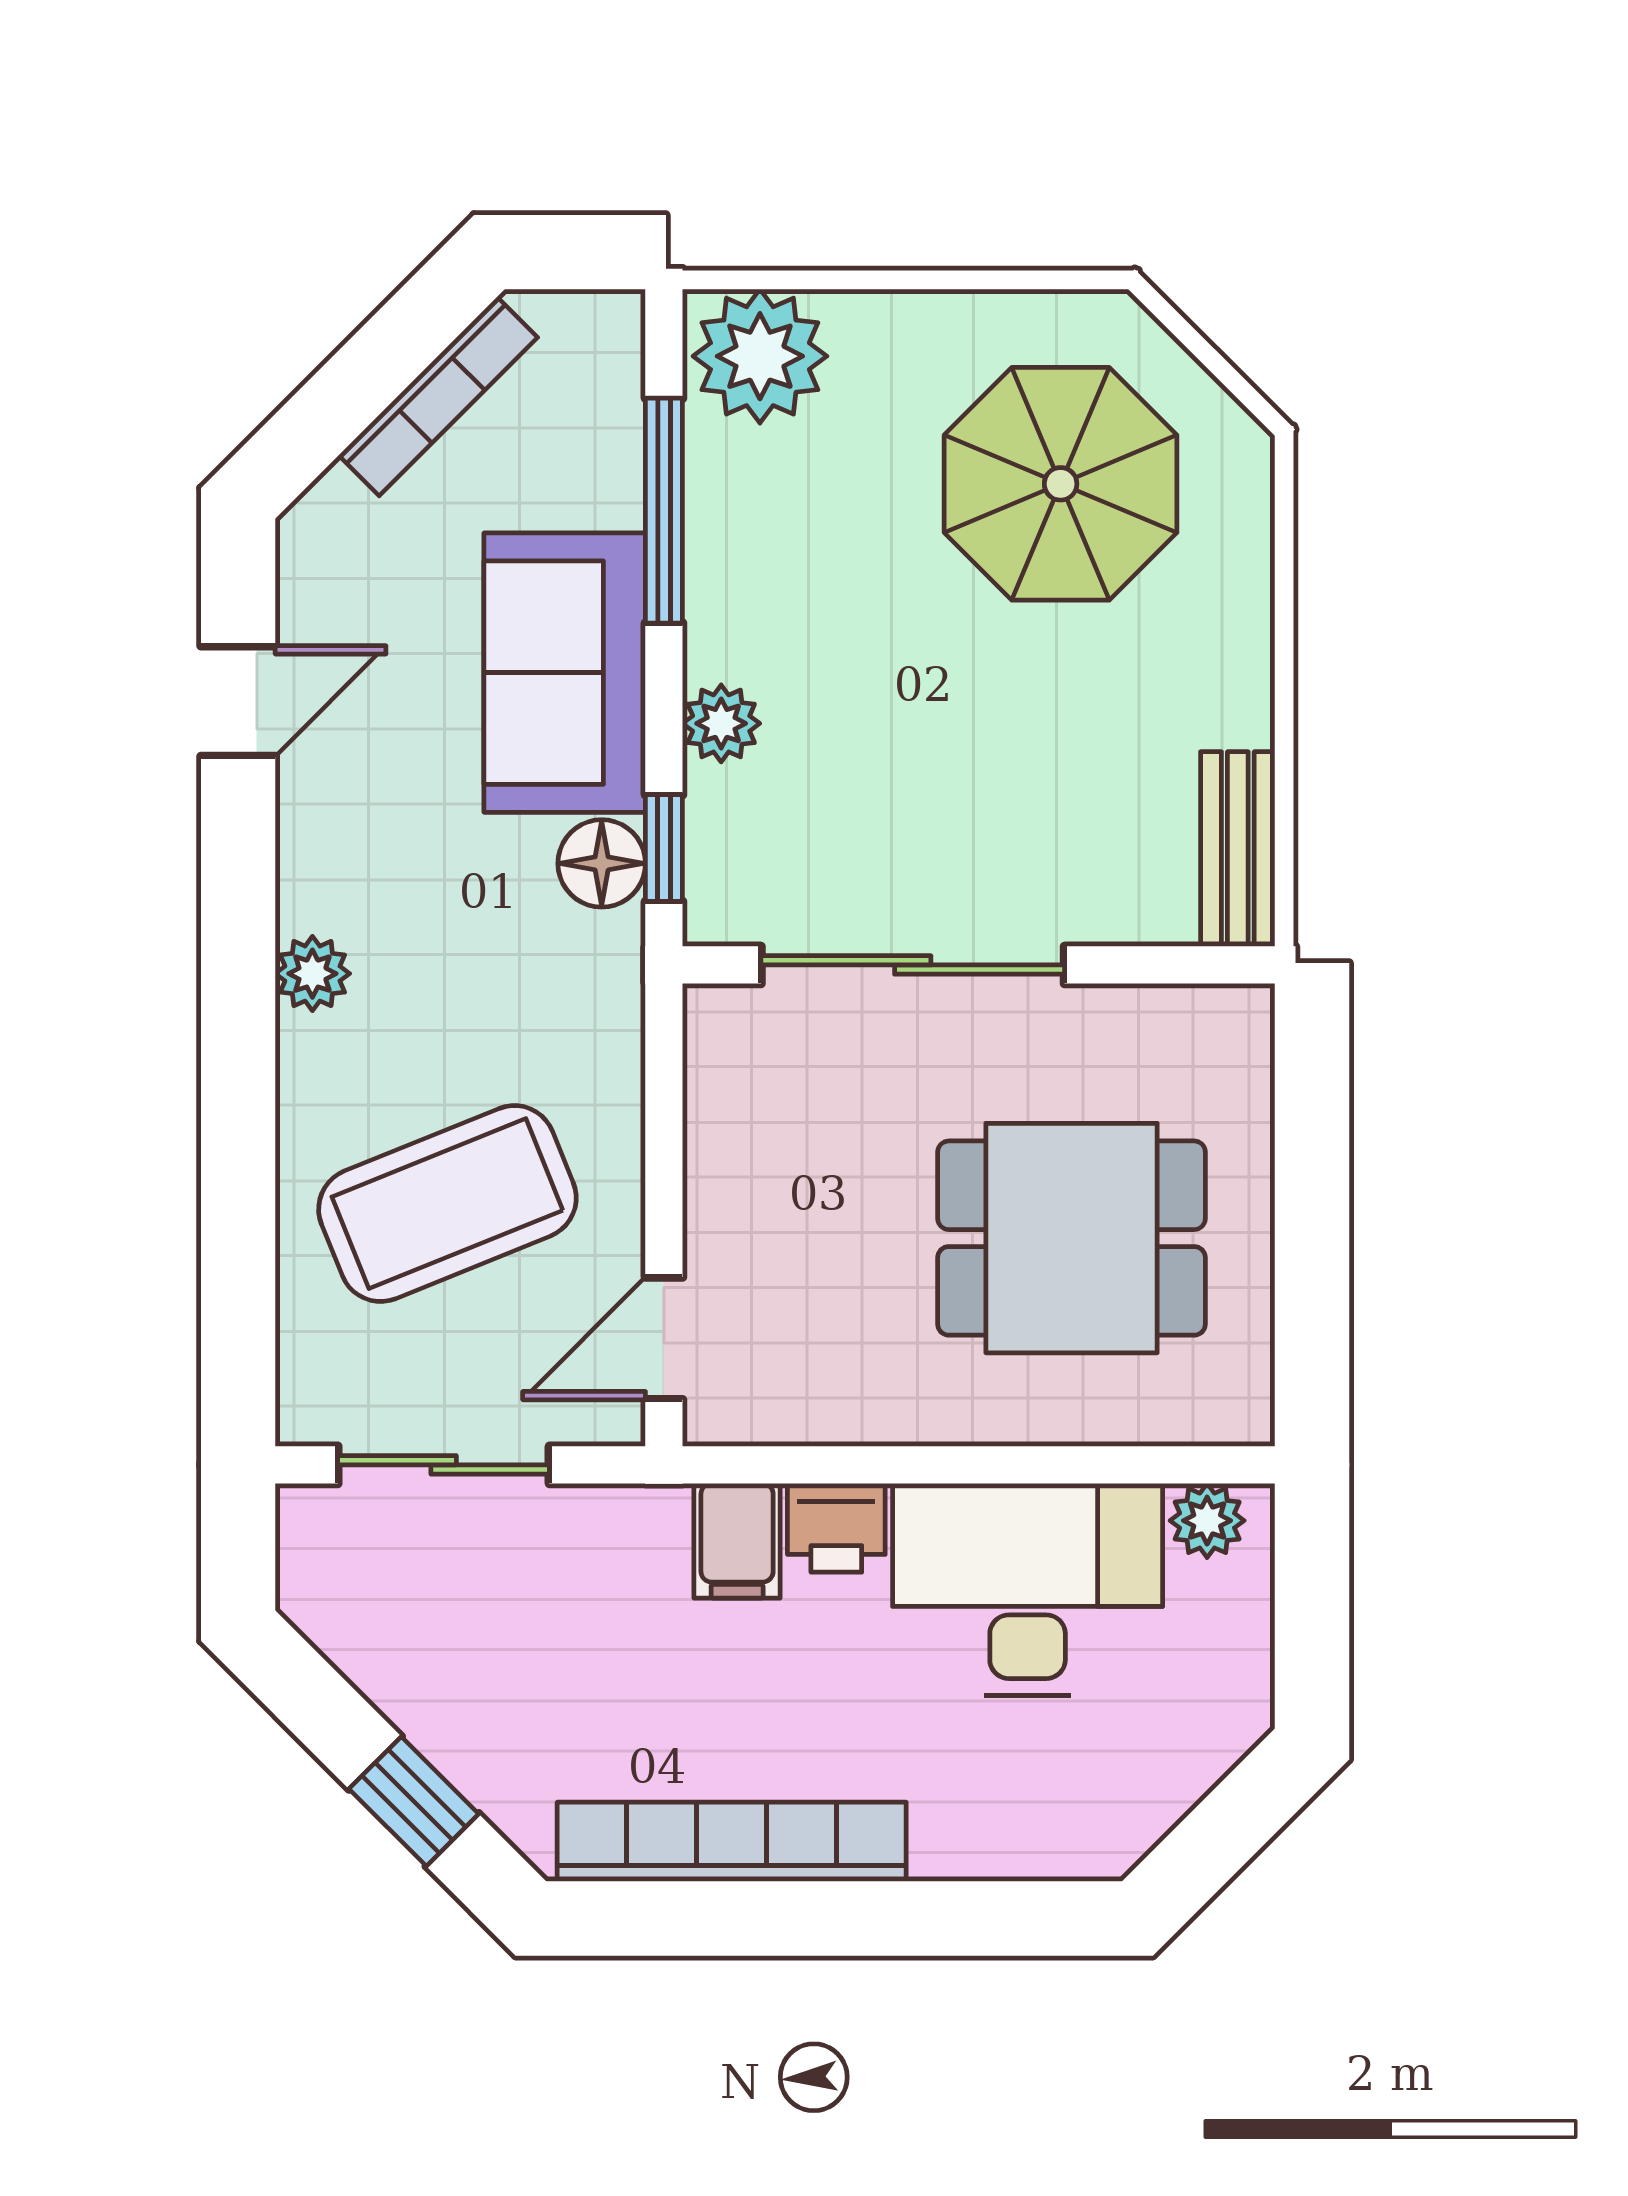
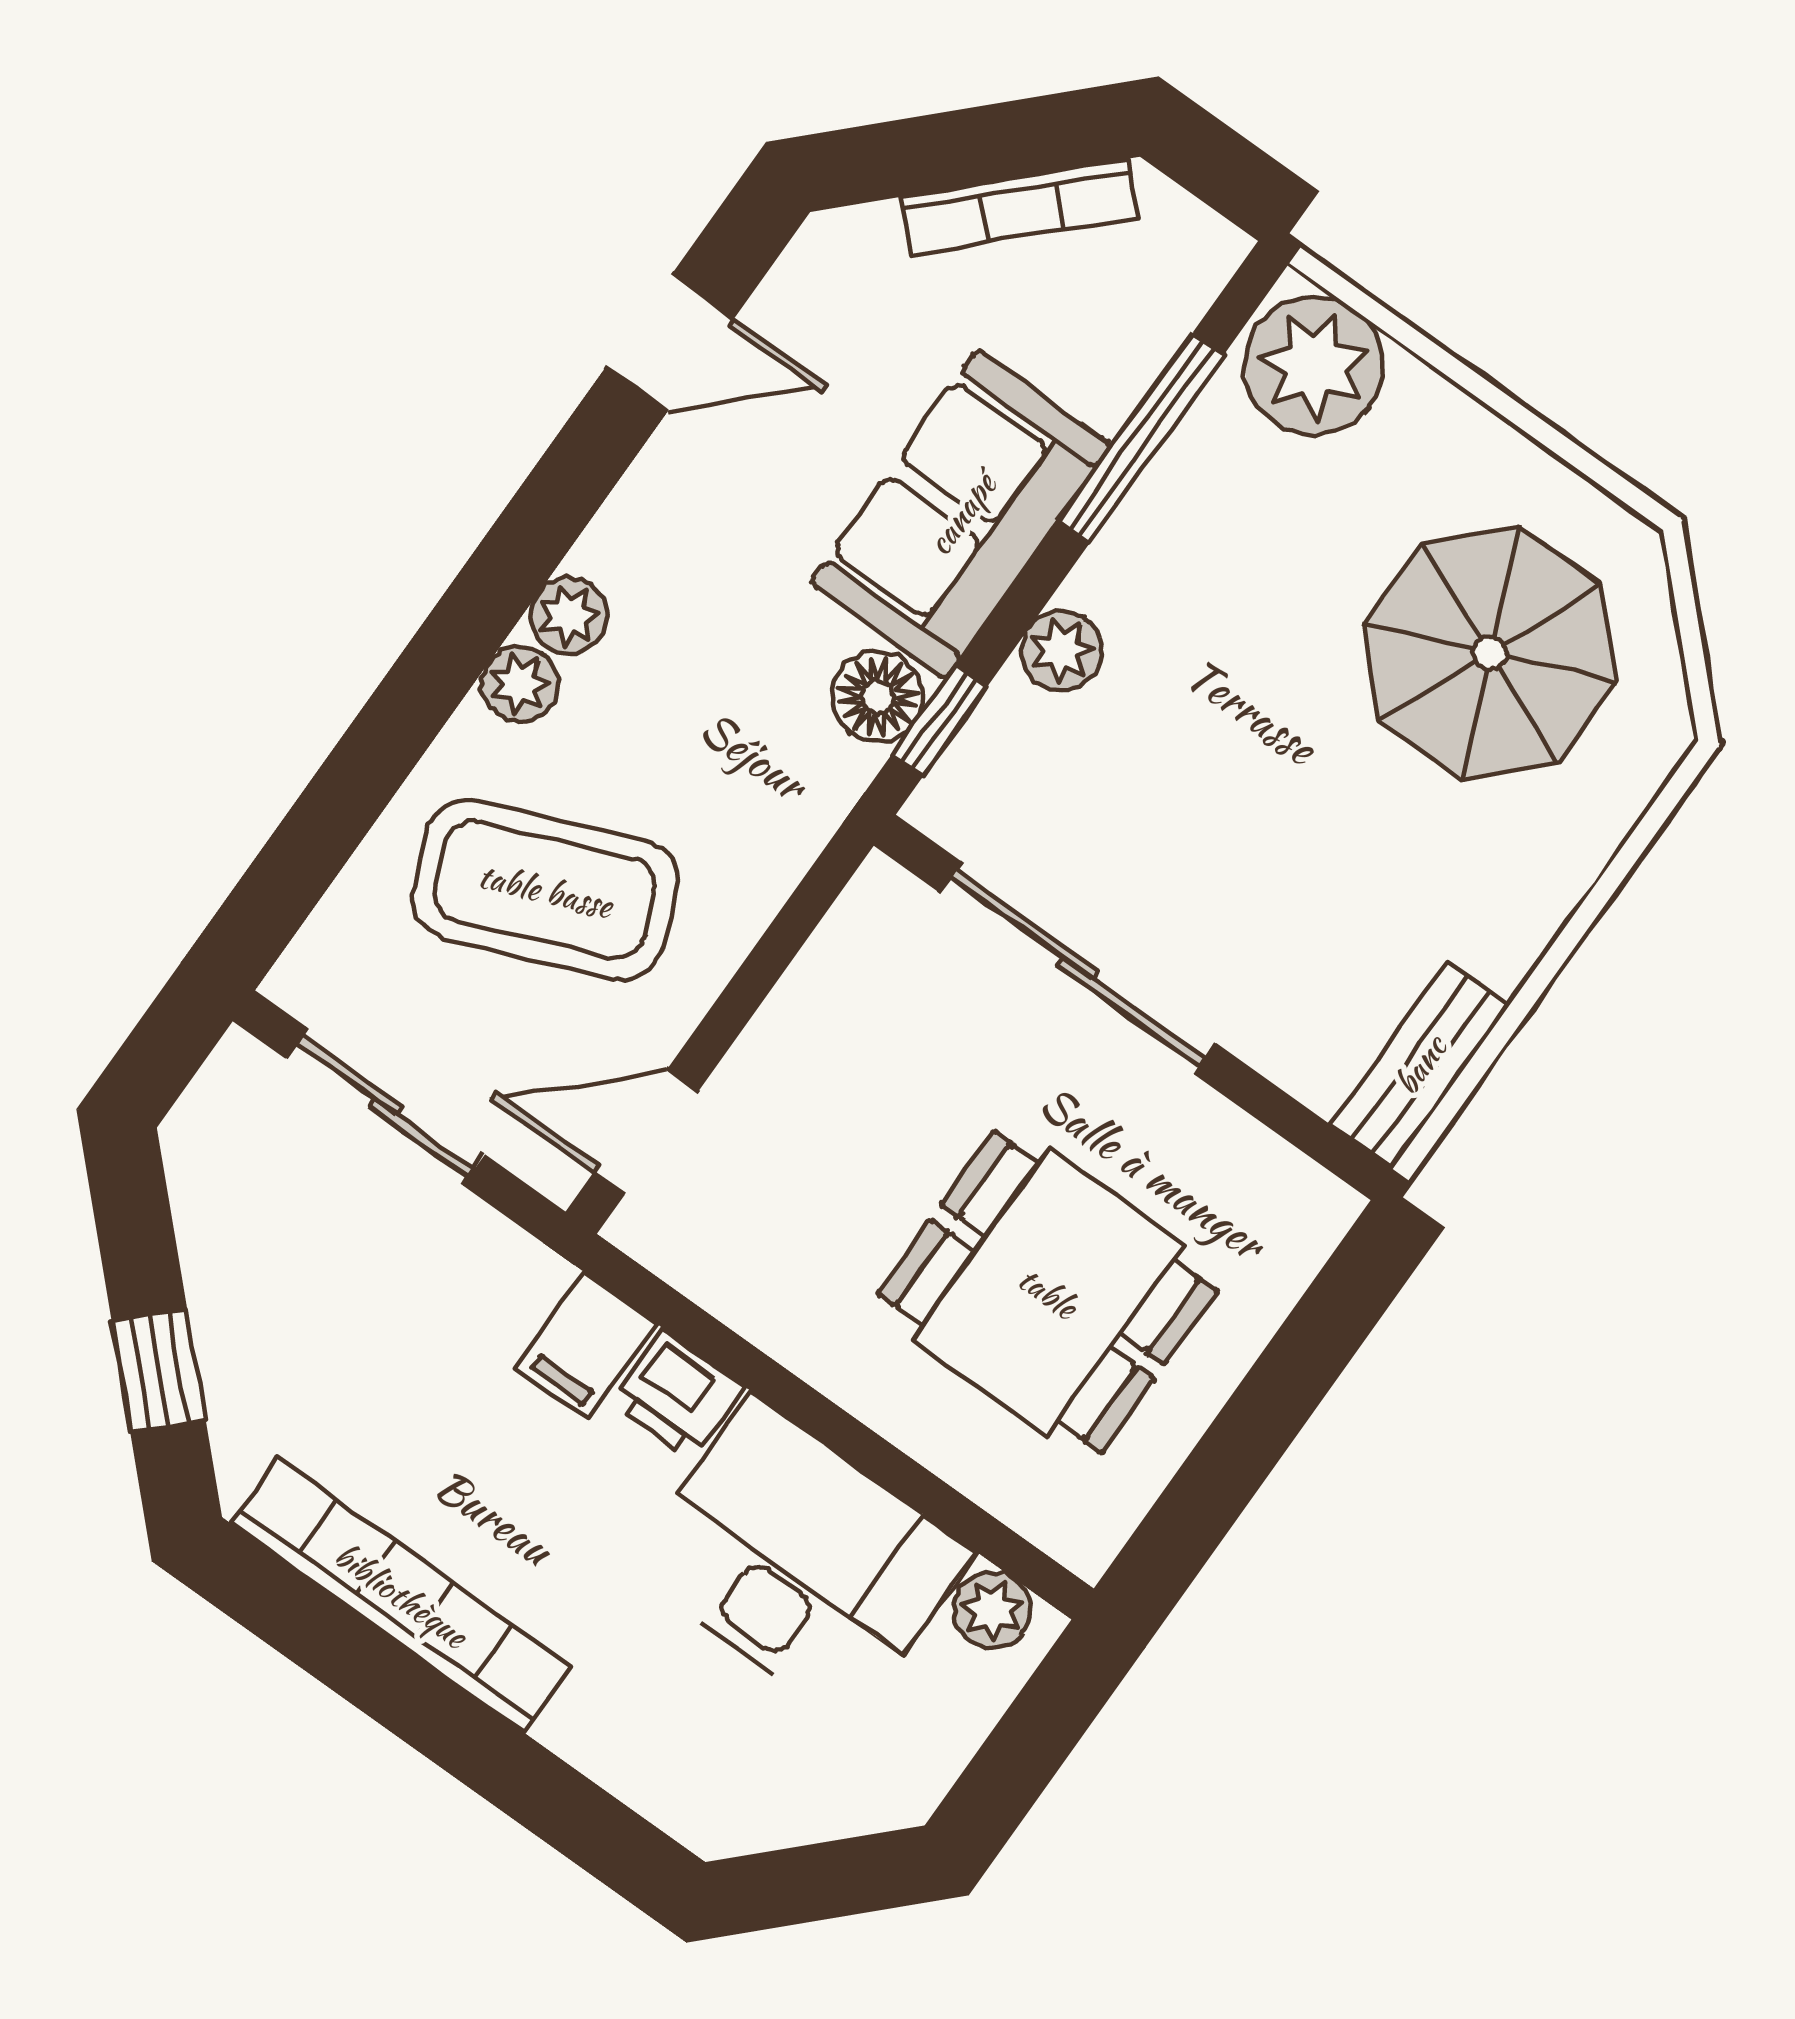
plant: (312, 1055) -> (520, 684), added

